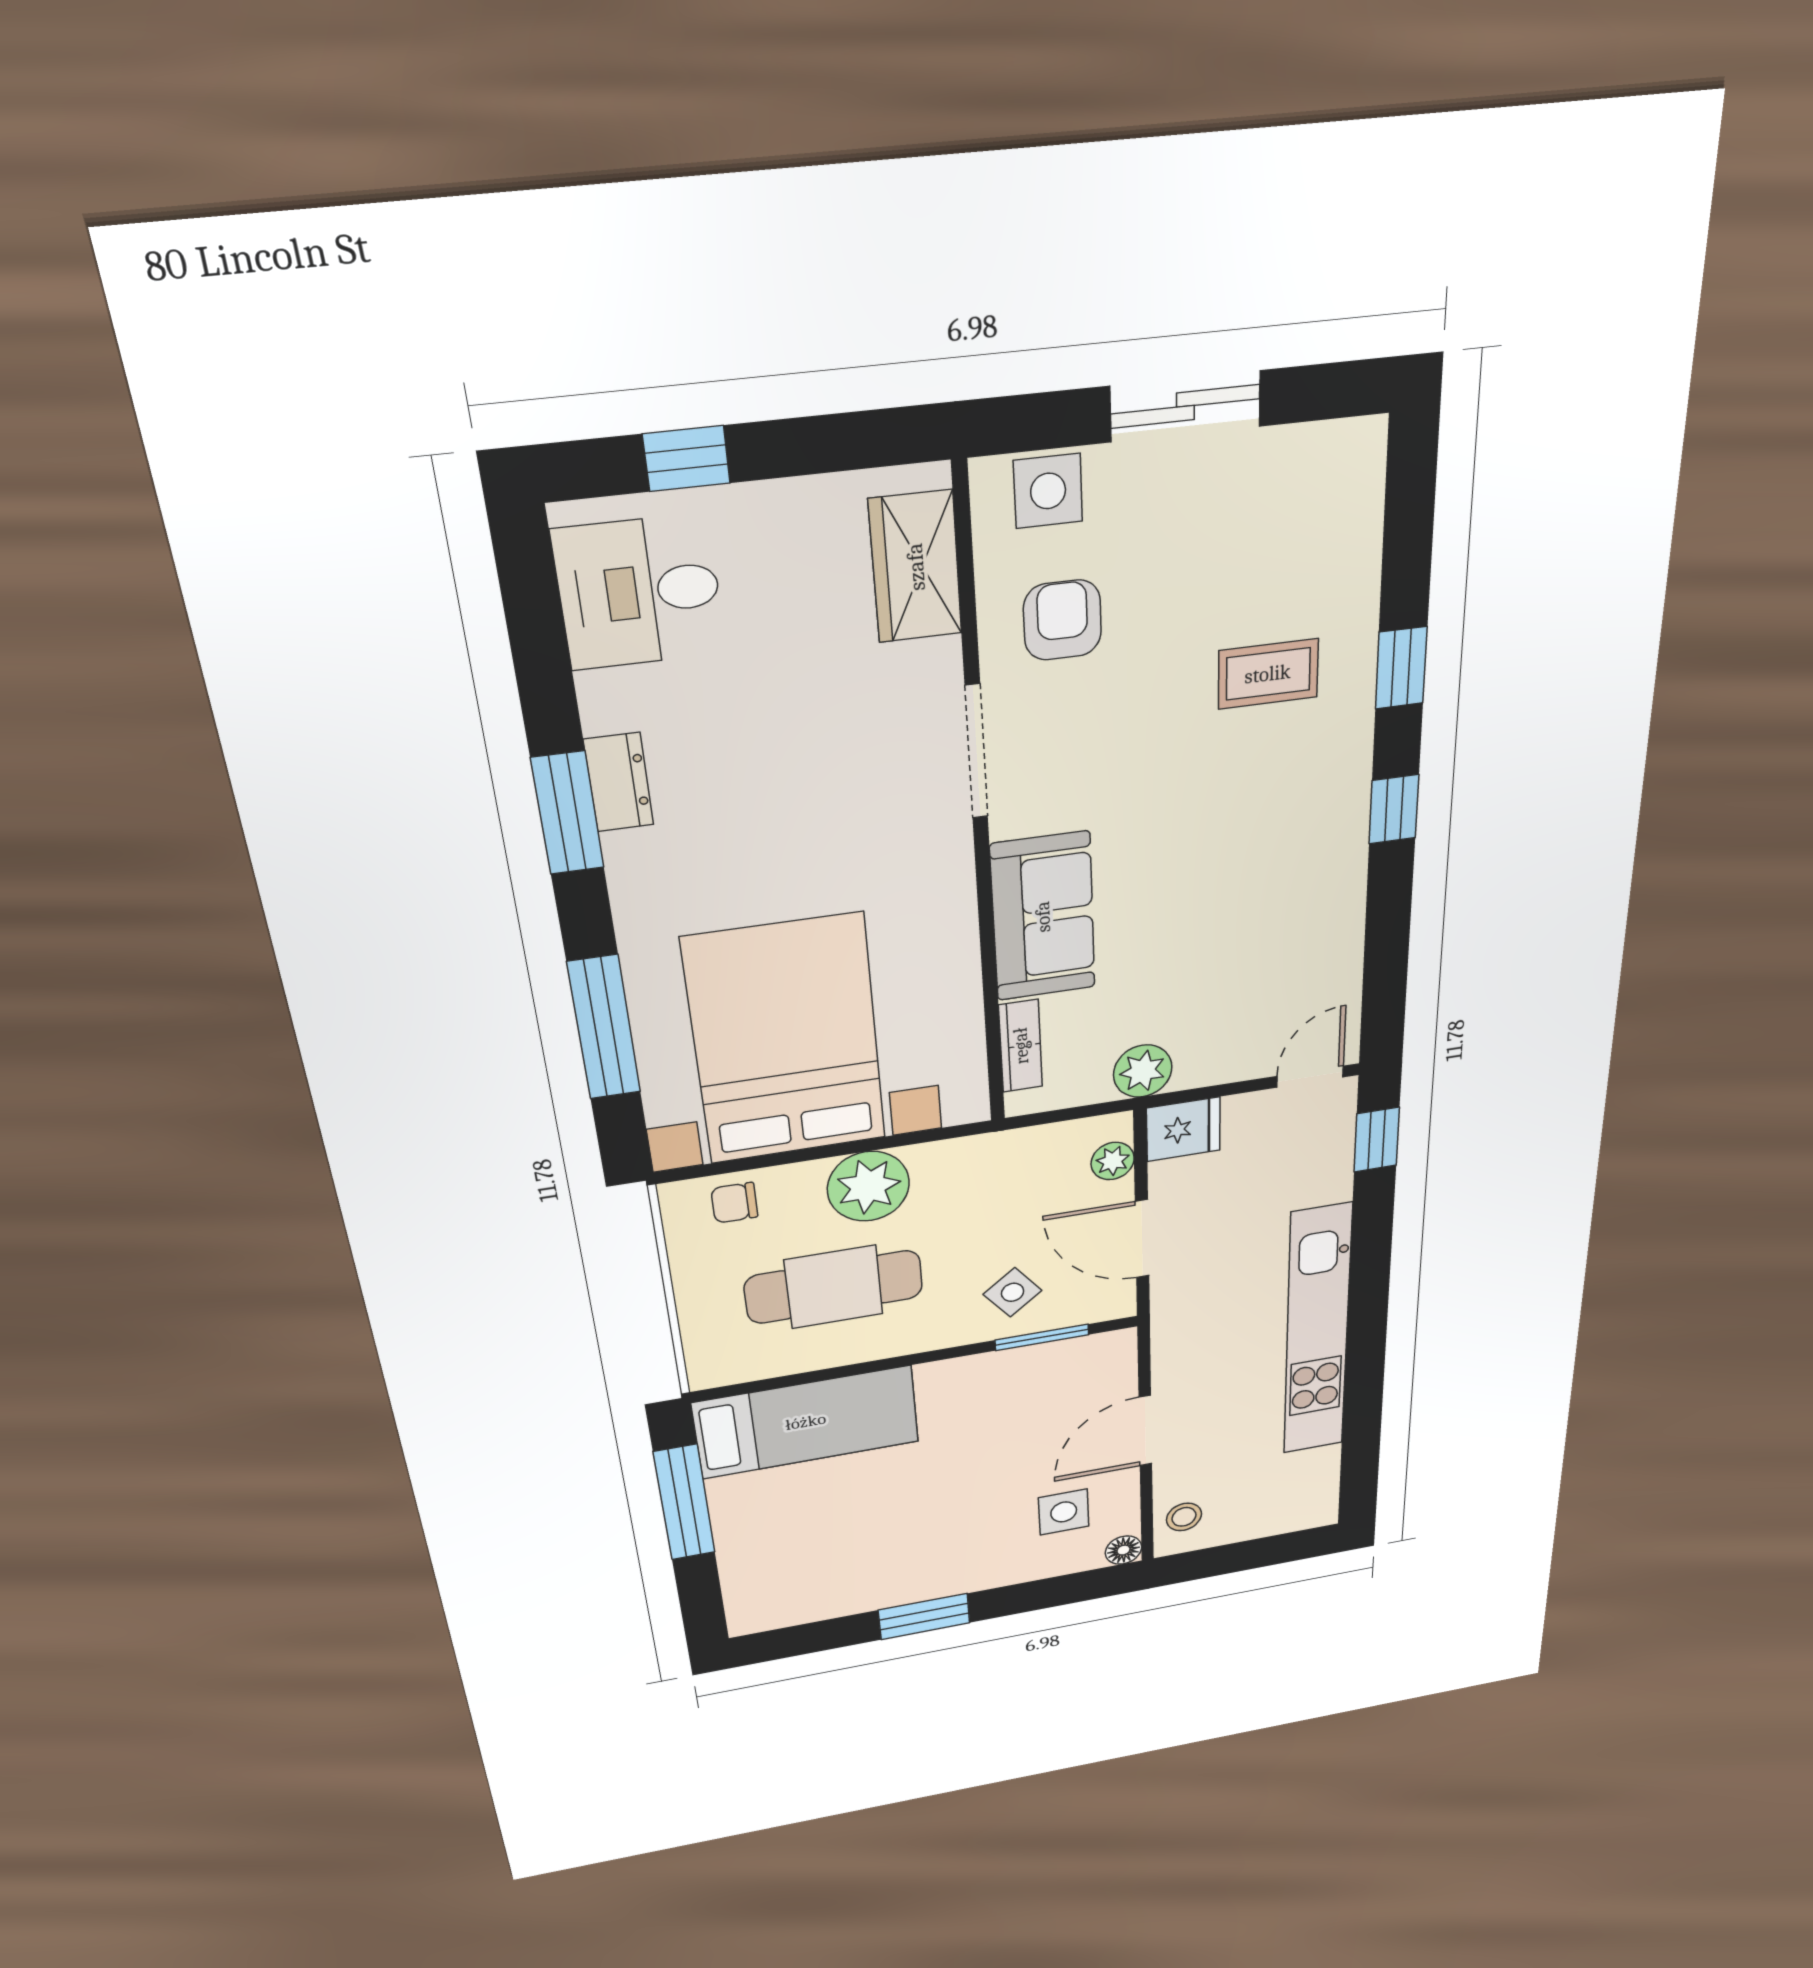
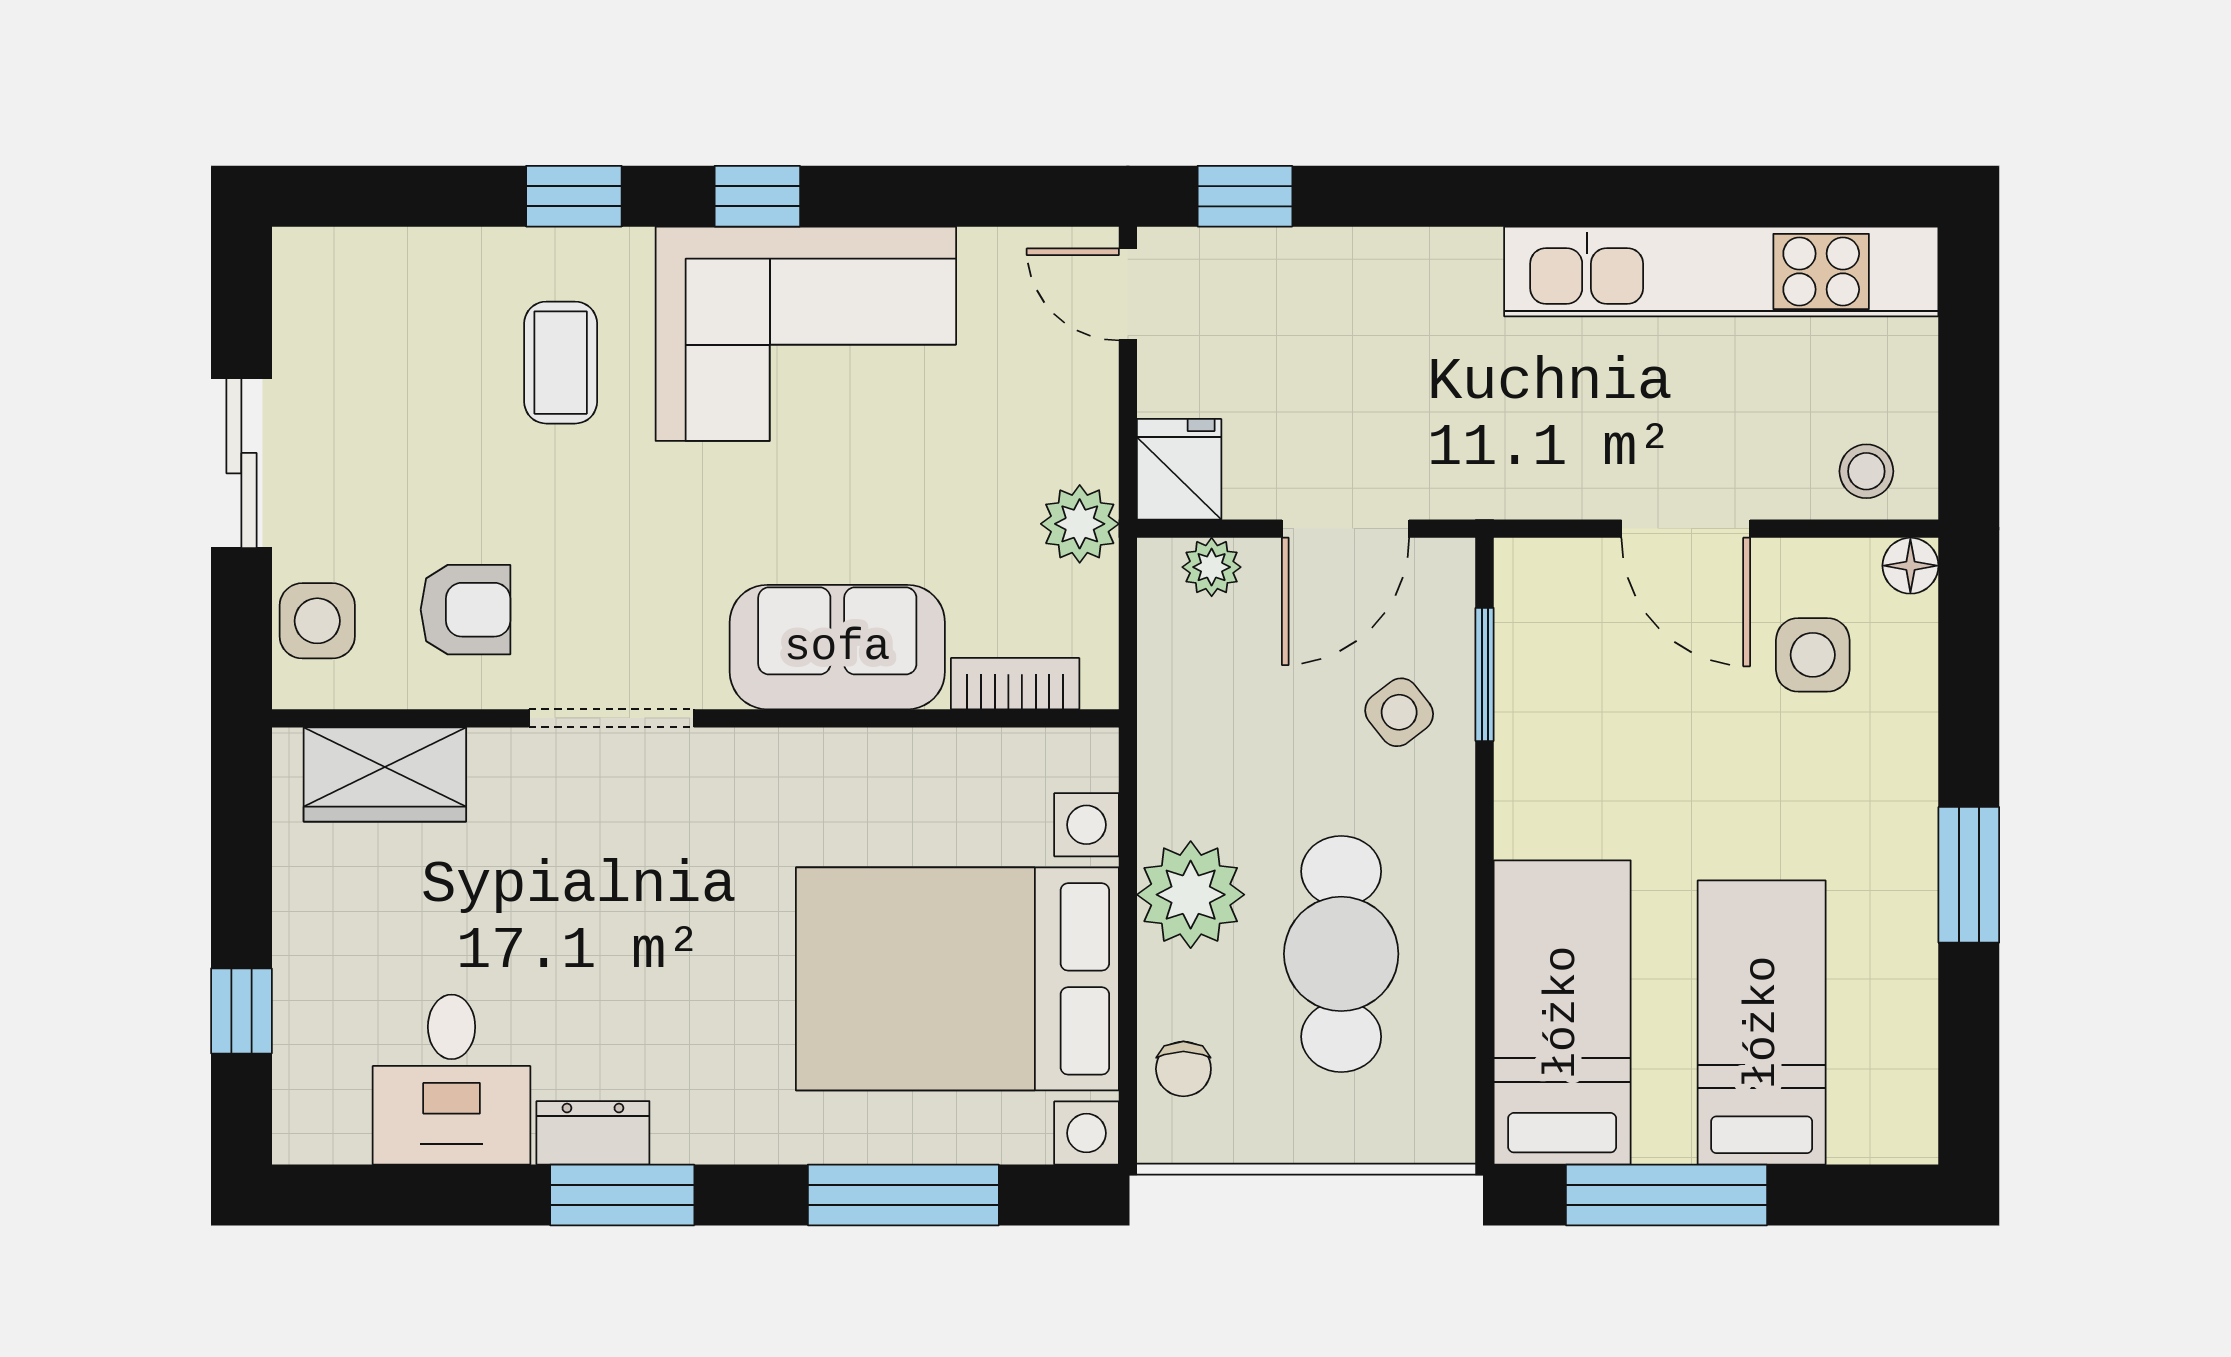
desk: (639, 592) -> (452, 1080), moved
armchair: (1062, 620) -> (466, 610), turned 180
corner sofa: (1287, 860) -> (806, 334), added
kitchen unit: (1317, 1331) -> (1721, 271), moved
bed: (813, 1531) -> (1762, 1022), added

